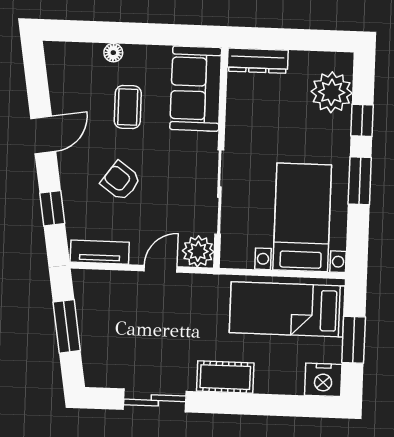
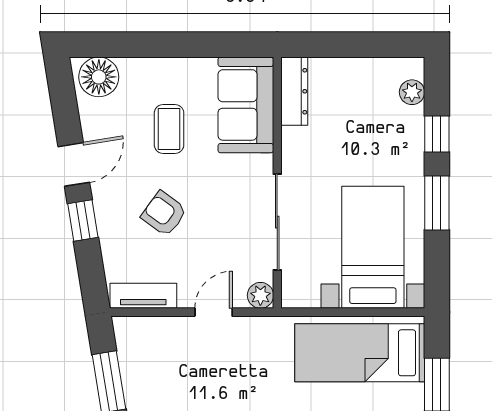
floor lamp: (113, 53) -> (99, 77), moved, width x1.89, depth x1.89
dresser: (258, 61) -> (294, 91), moved, turned -90
plant: (332, 92) -> (412, 92), width x0.53, depth x0.53
window: (52, 208) -> (83, 221), moved
plant: (198, 251) -> (260, 295), width x0.73, depth x0.73

